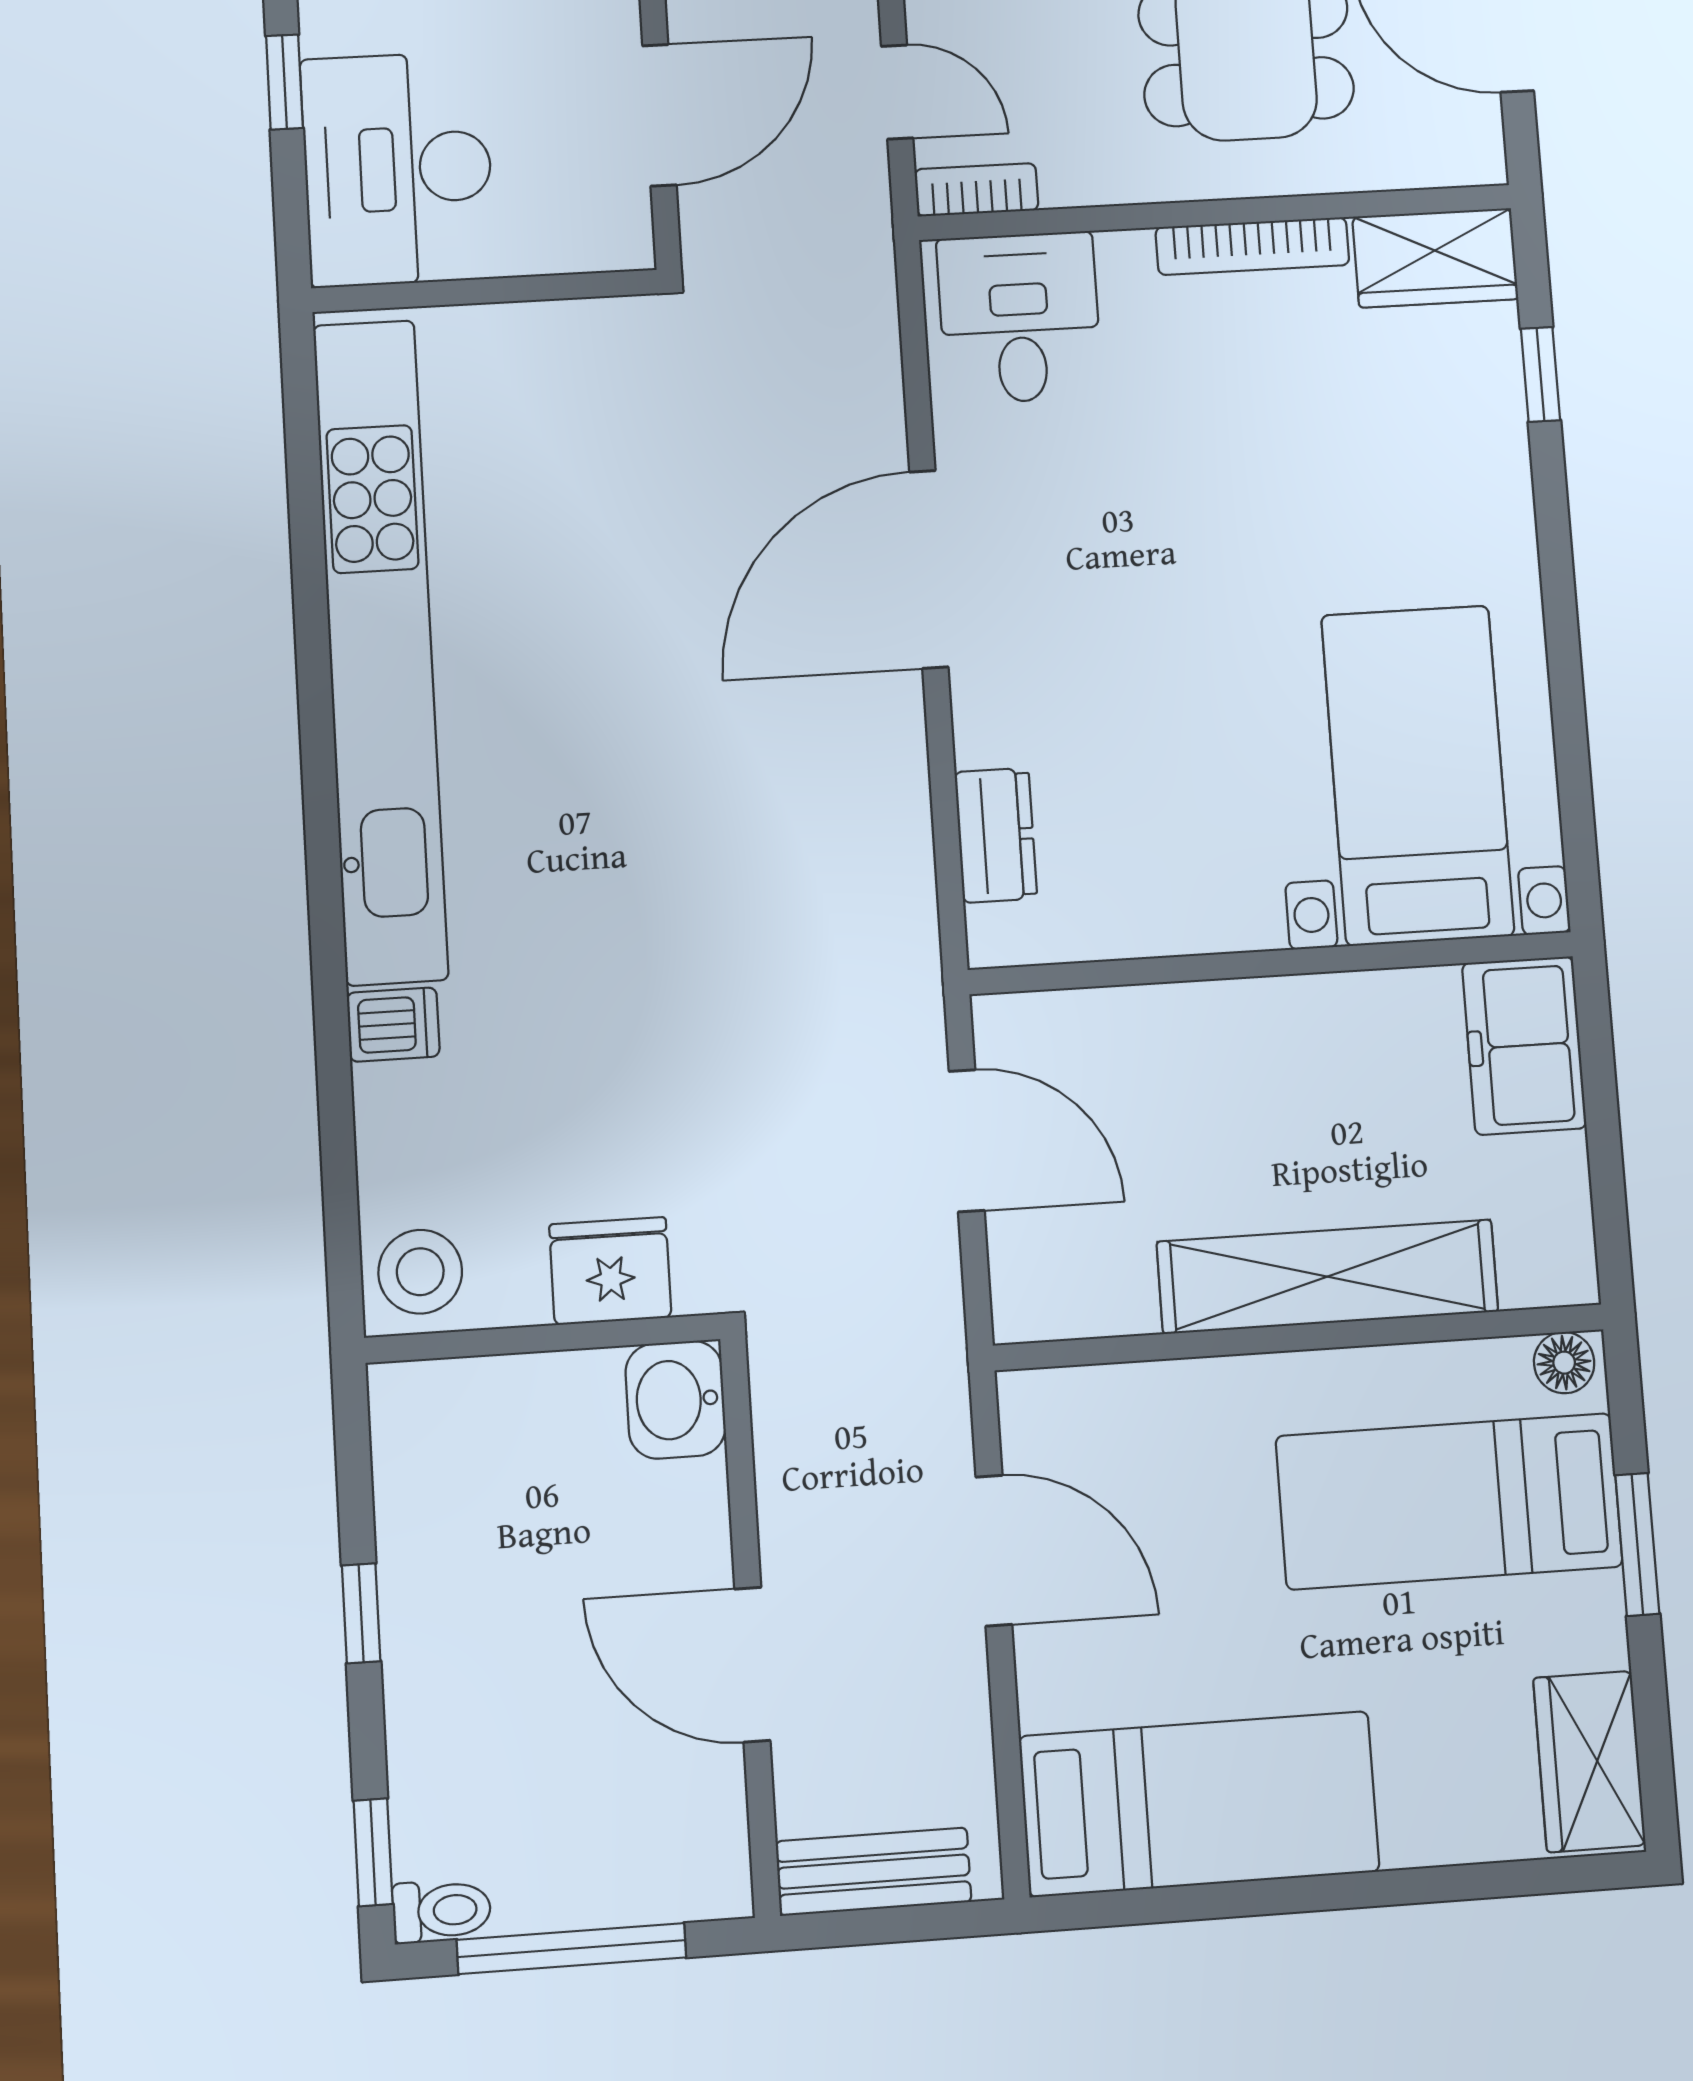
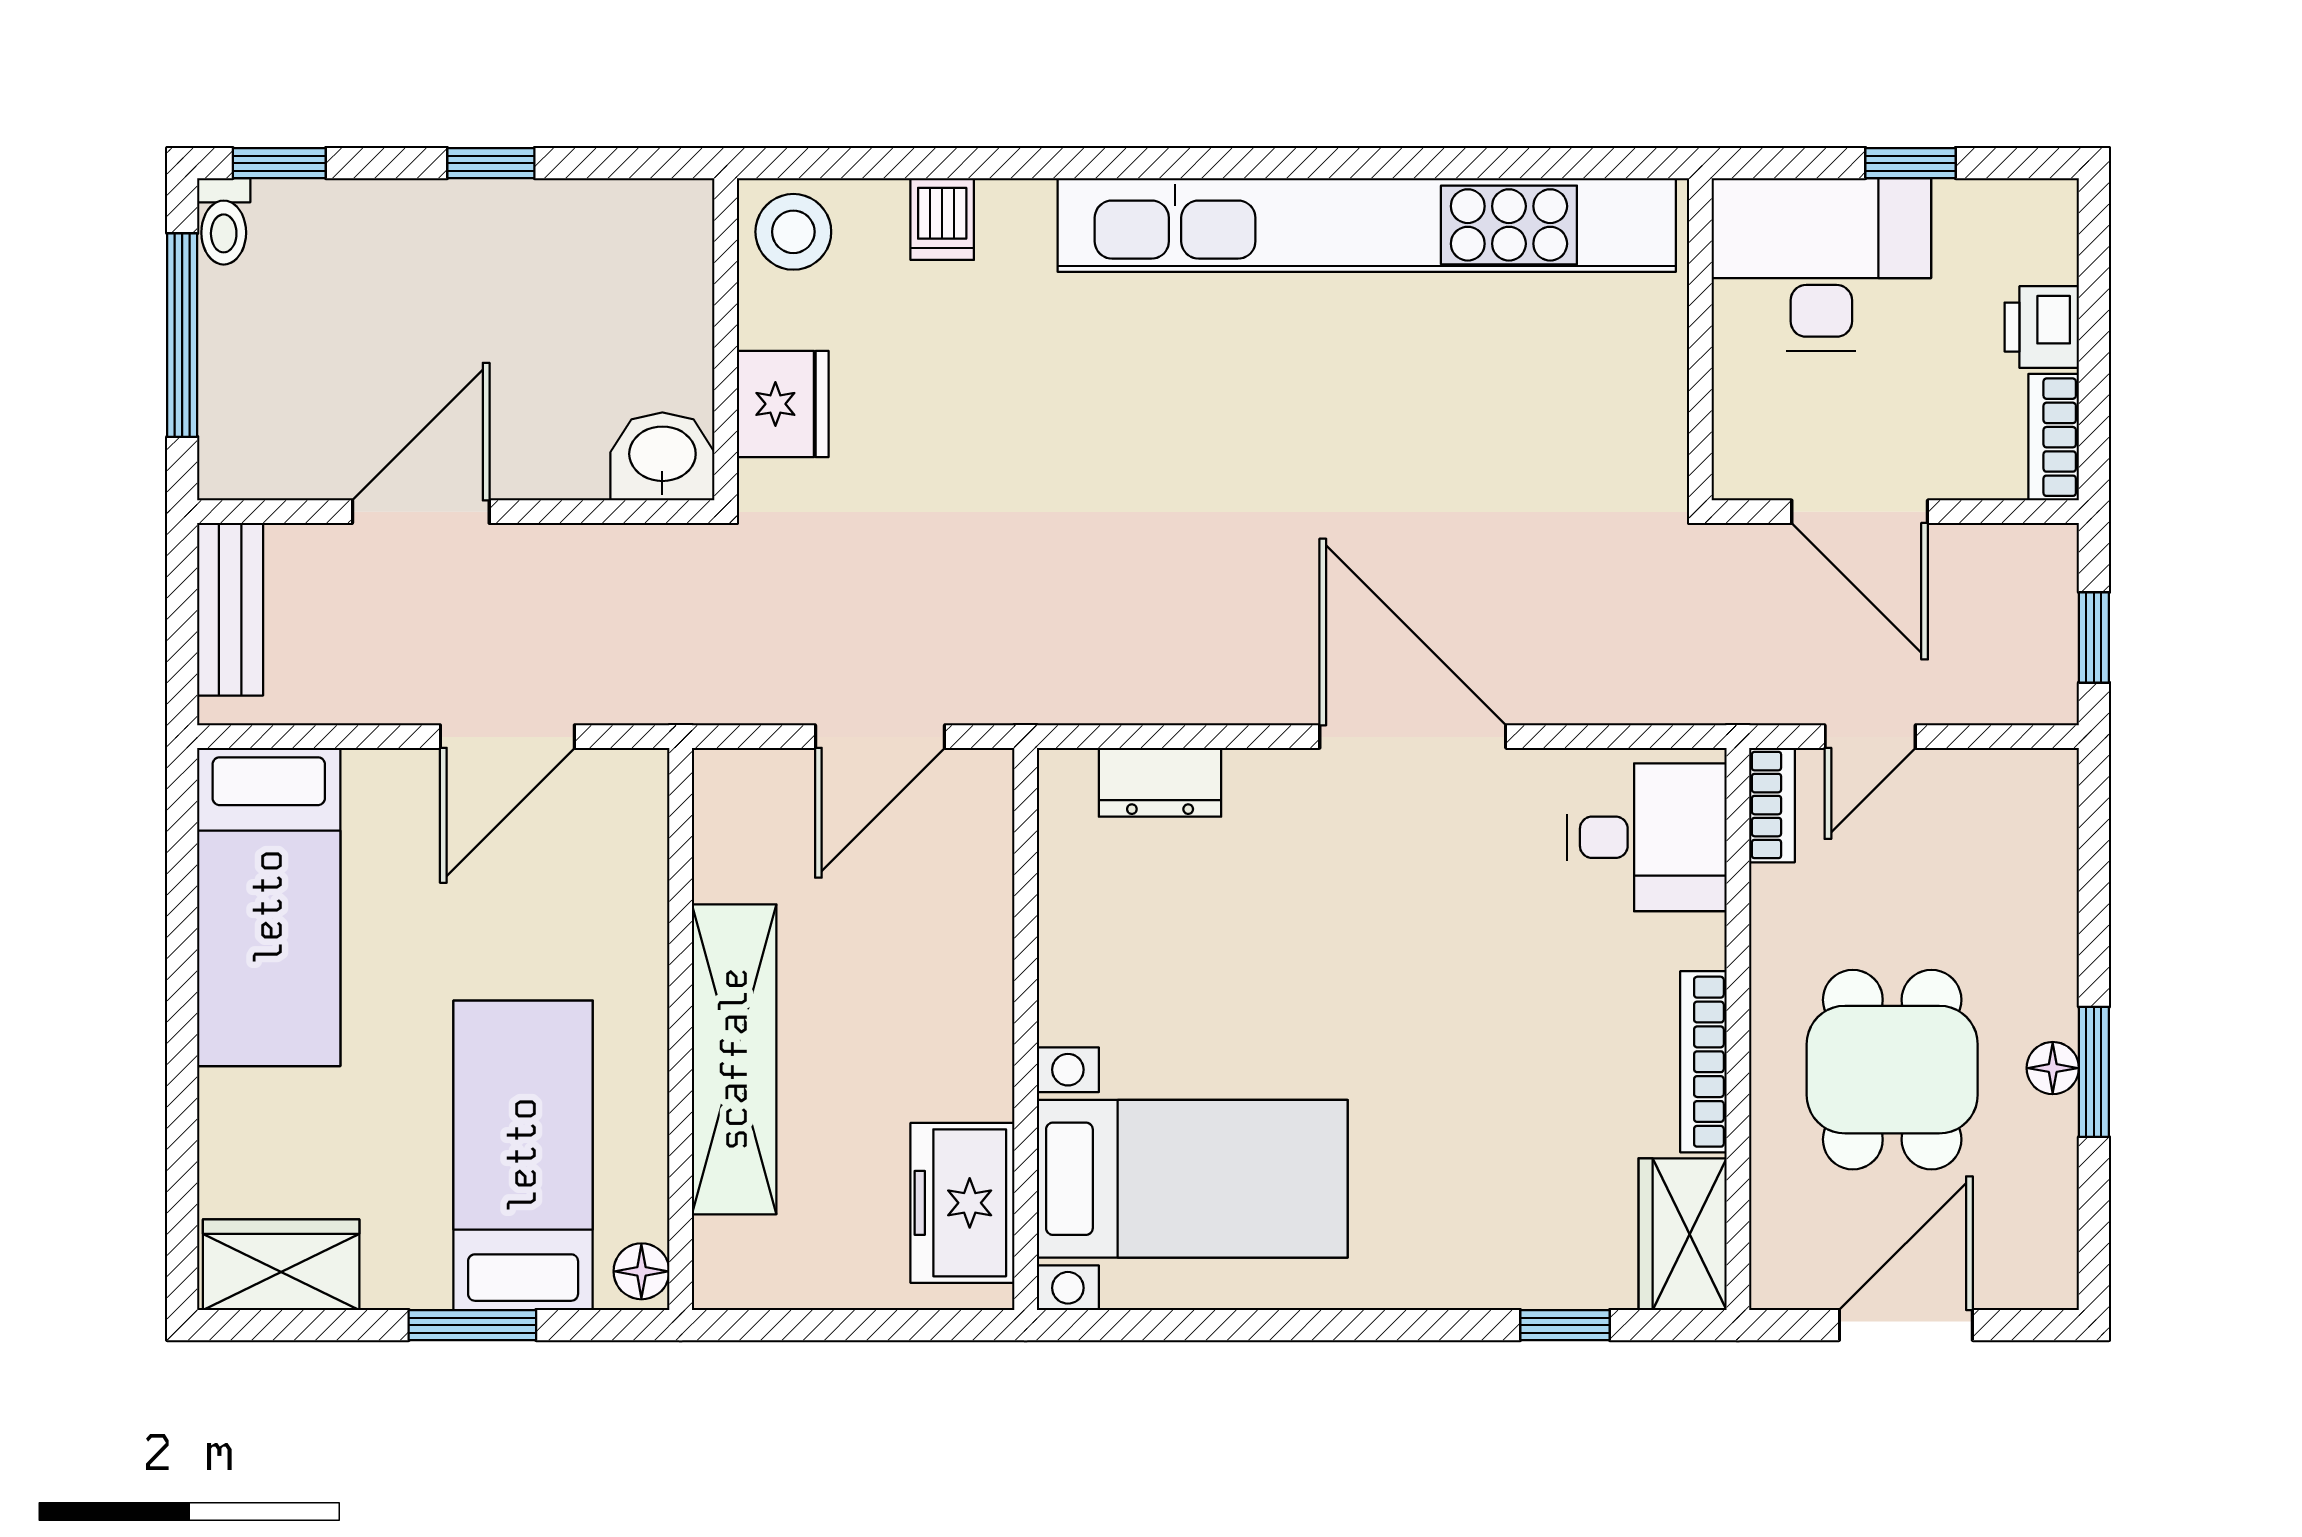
dishwasher: (393, 1025) -> (942, 219), moved
freezer: (1524, 1046) -> (962, 1203), moved, turned -90

